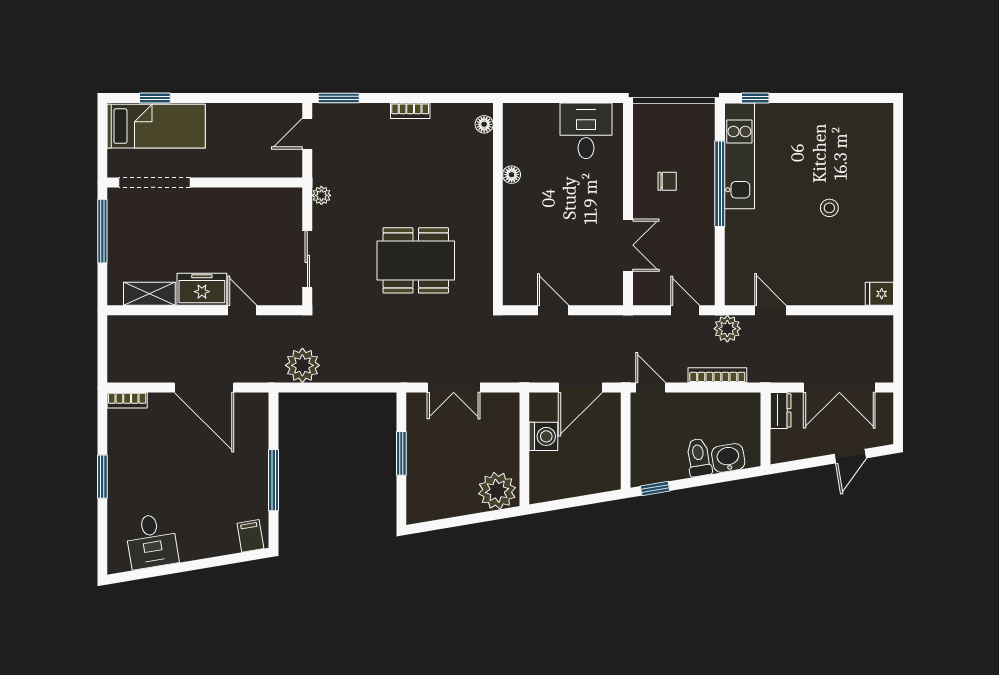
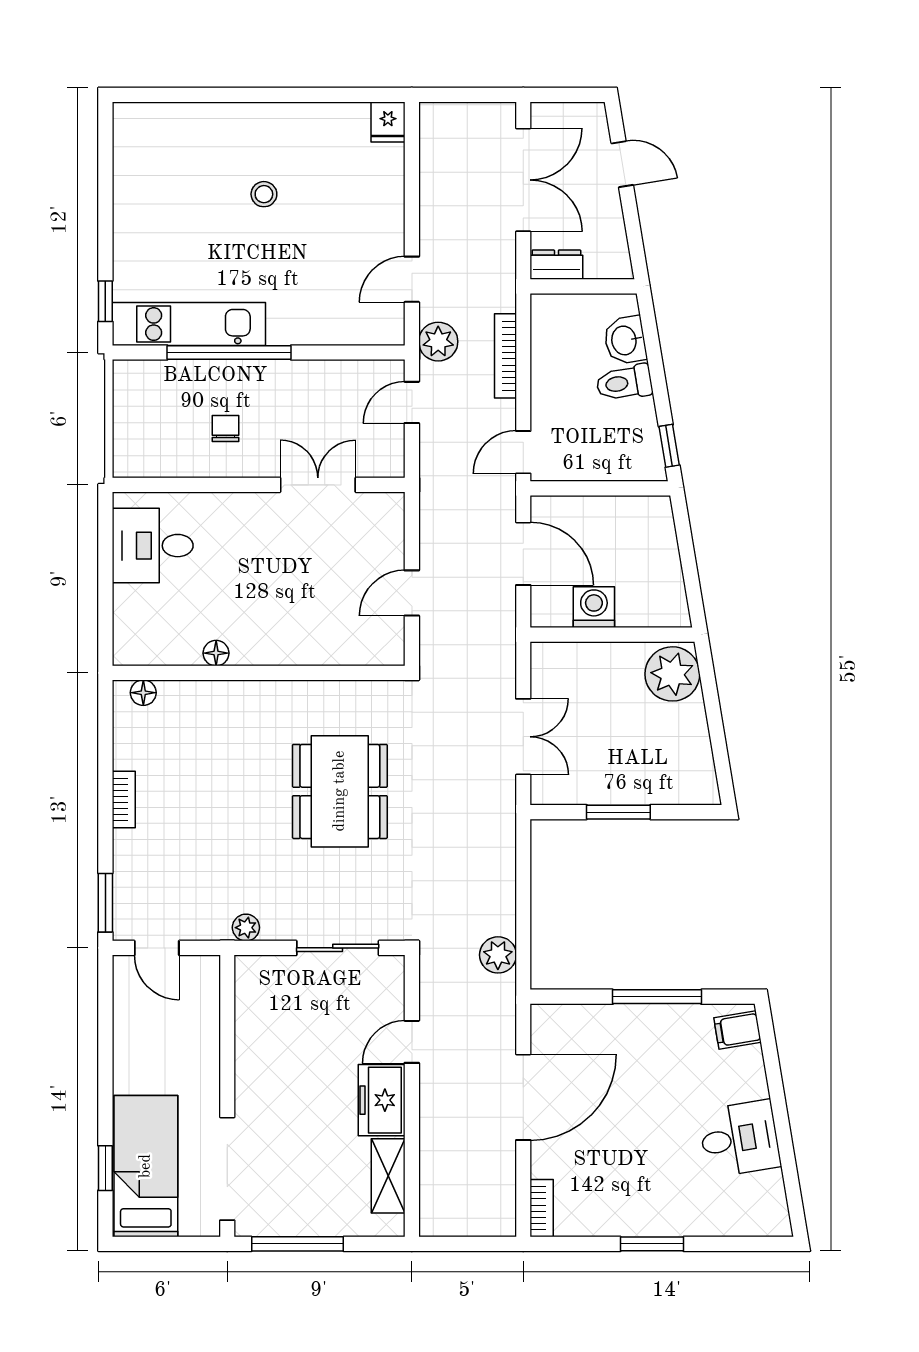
plant: (302, 365) -> (498, 955), width x0.73, depth x0.73
desk: (152, 541) -> (739, 1139), moved

